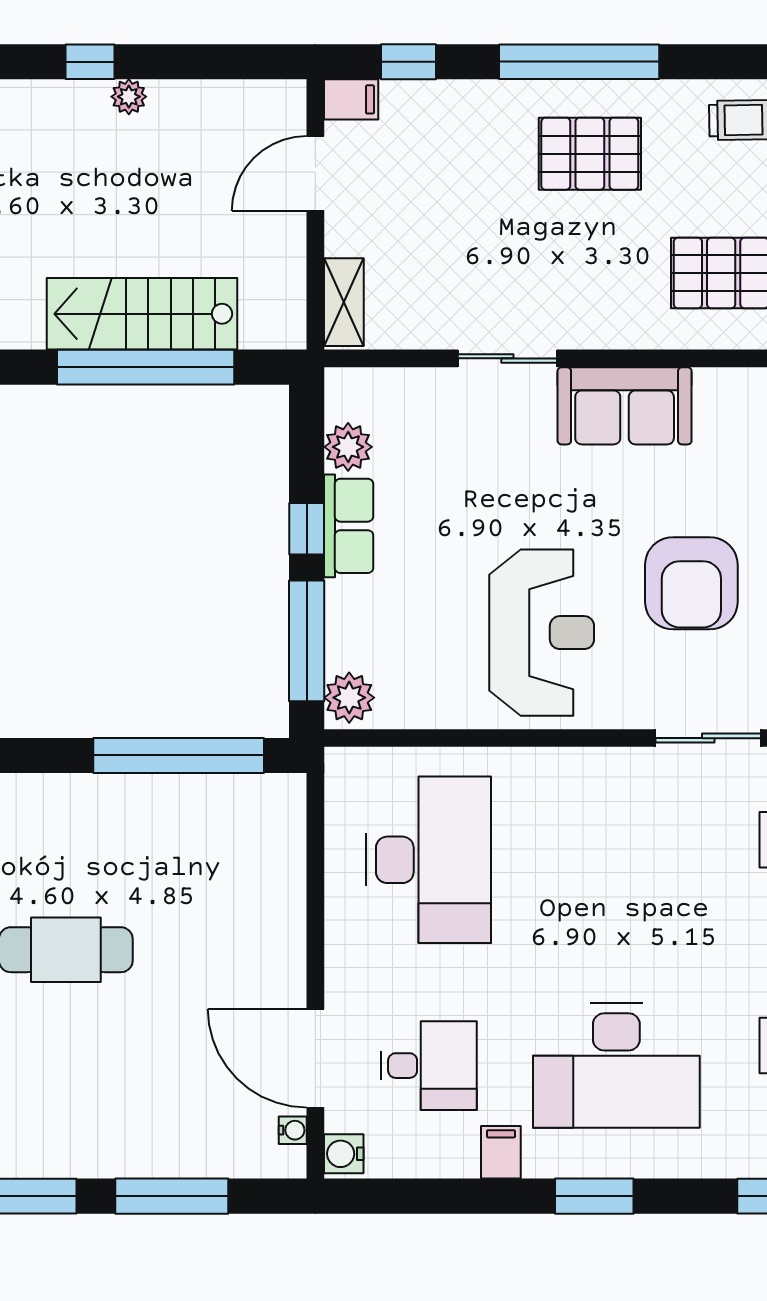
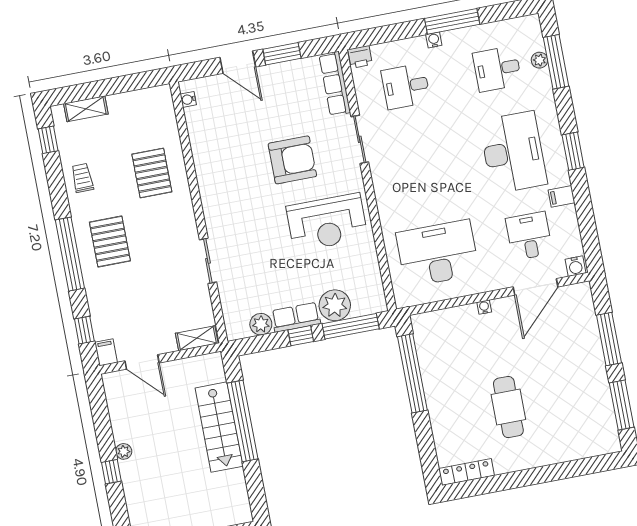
sofa: (625, 406) -> (219, 205), removed
reception desk: (542, 633) -> (327, 222), turned 180
plant: (349, 698) -> (335, 305), moved, width x1.36, depth x1.36
water cooler: (293, 1130) -> (484, 307), moved

